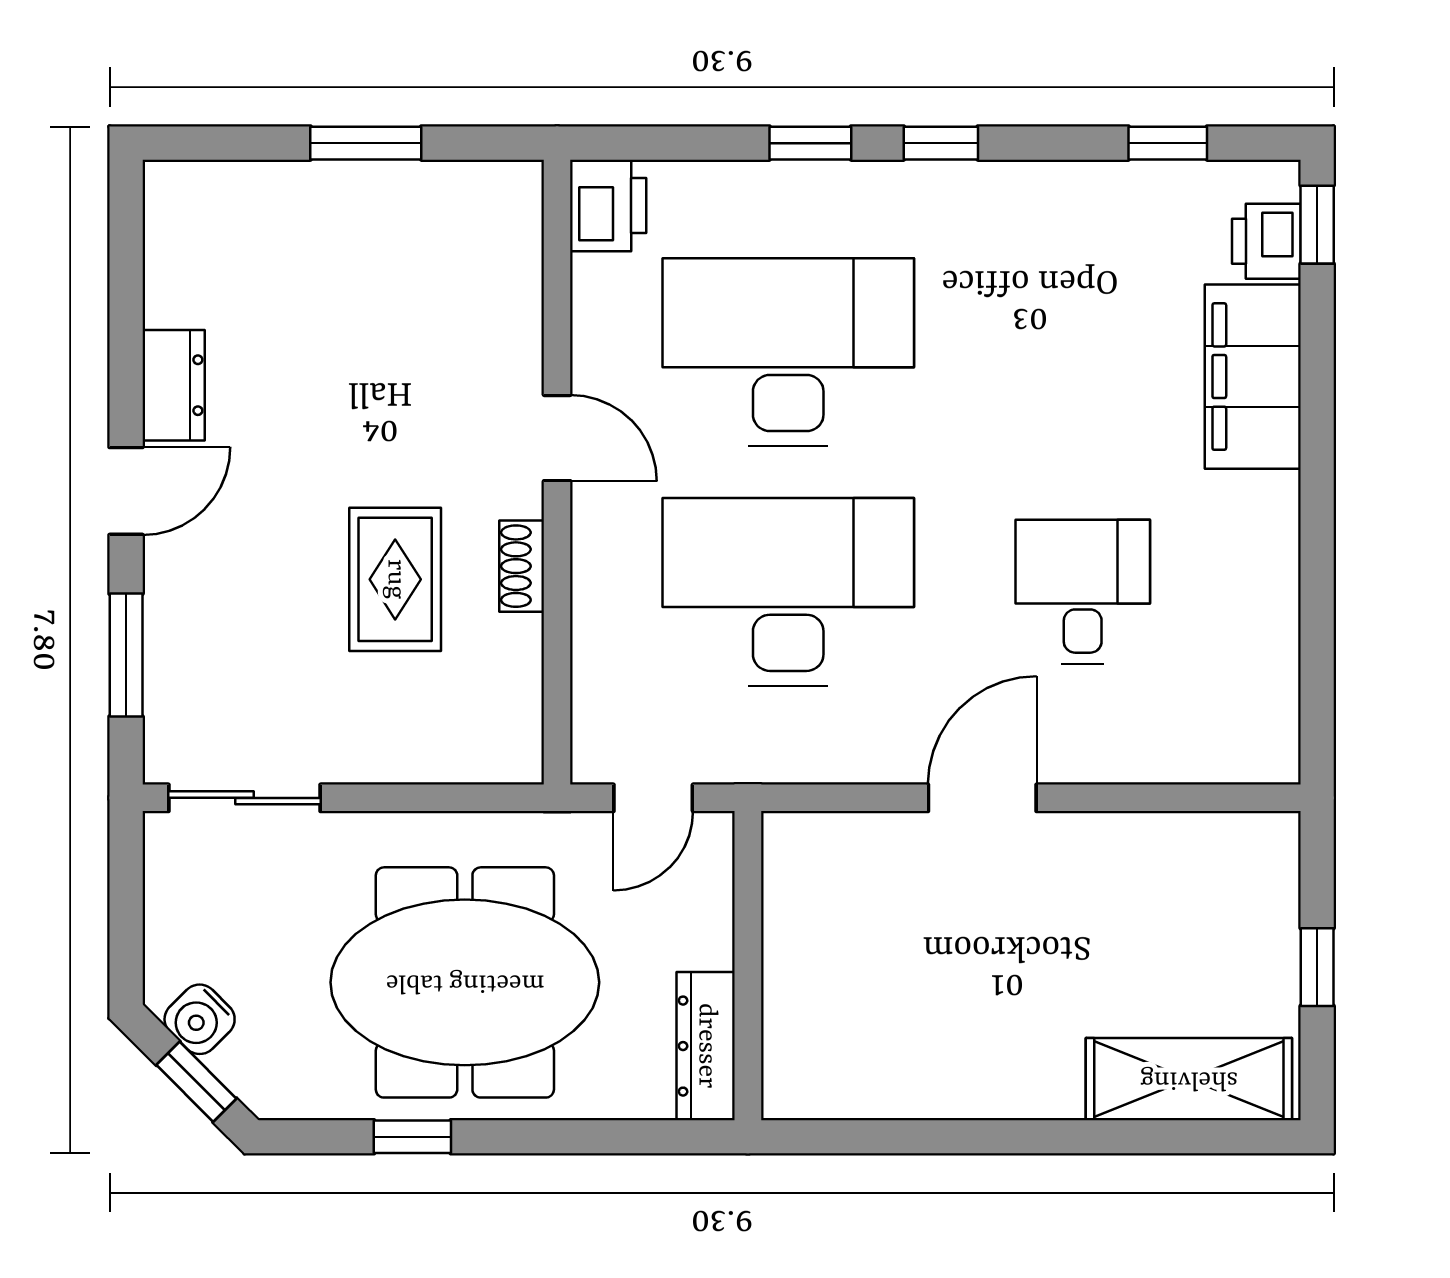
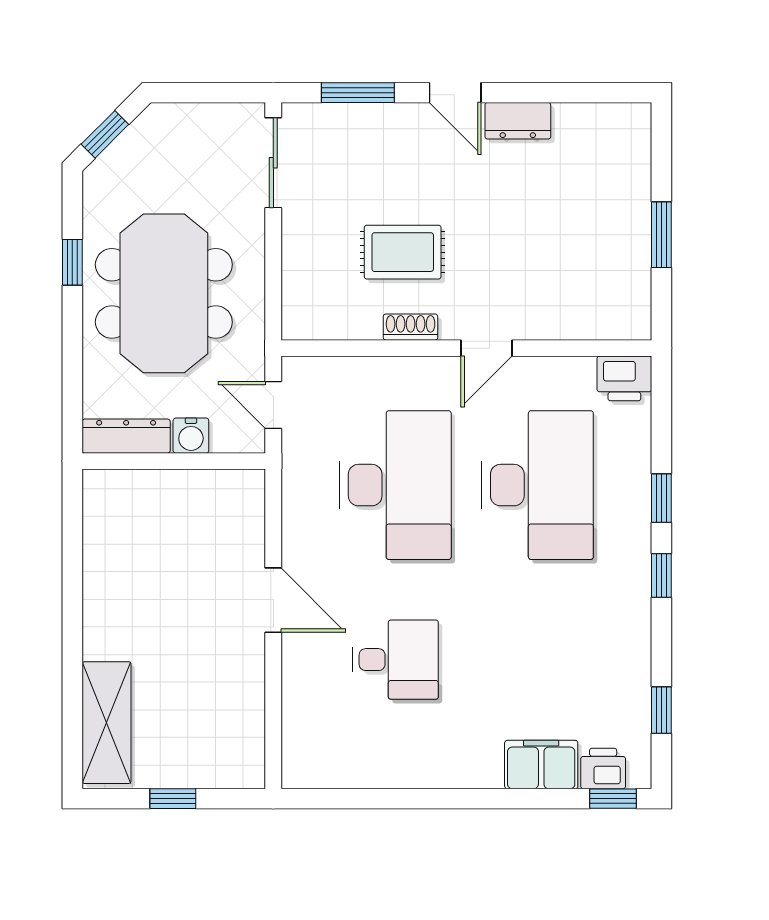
filing cabinet: (1253, 377) -> (541, 764), width x0.67, depth x0.86
water cooler: (200, 1019) -> (191, 436), moved, turned -135

